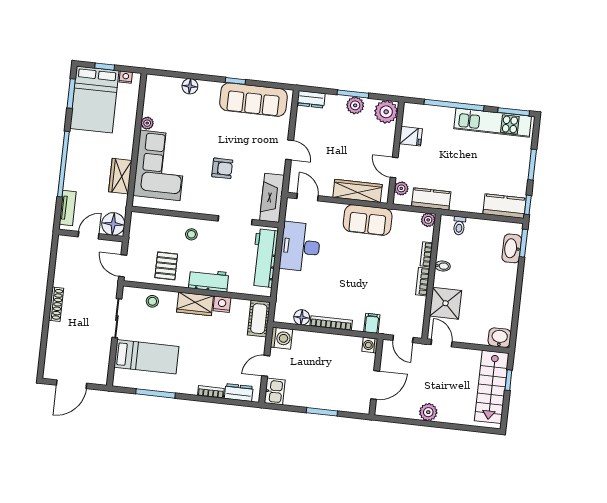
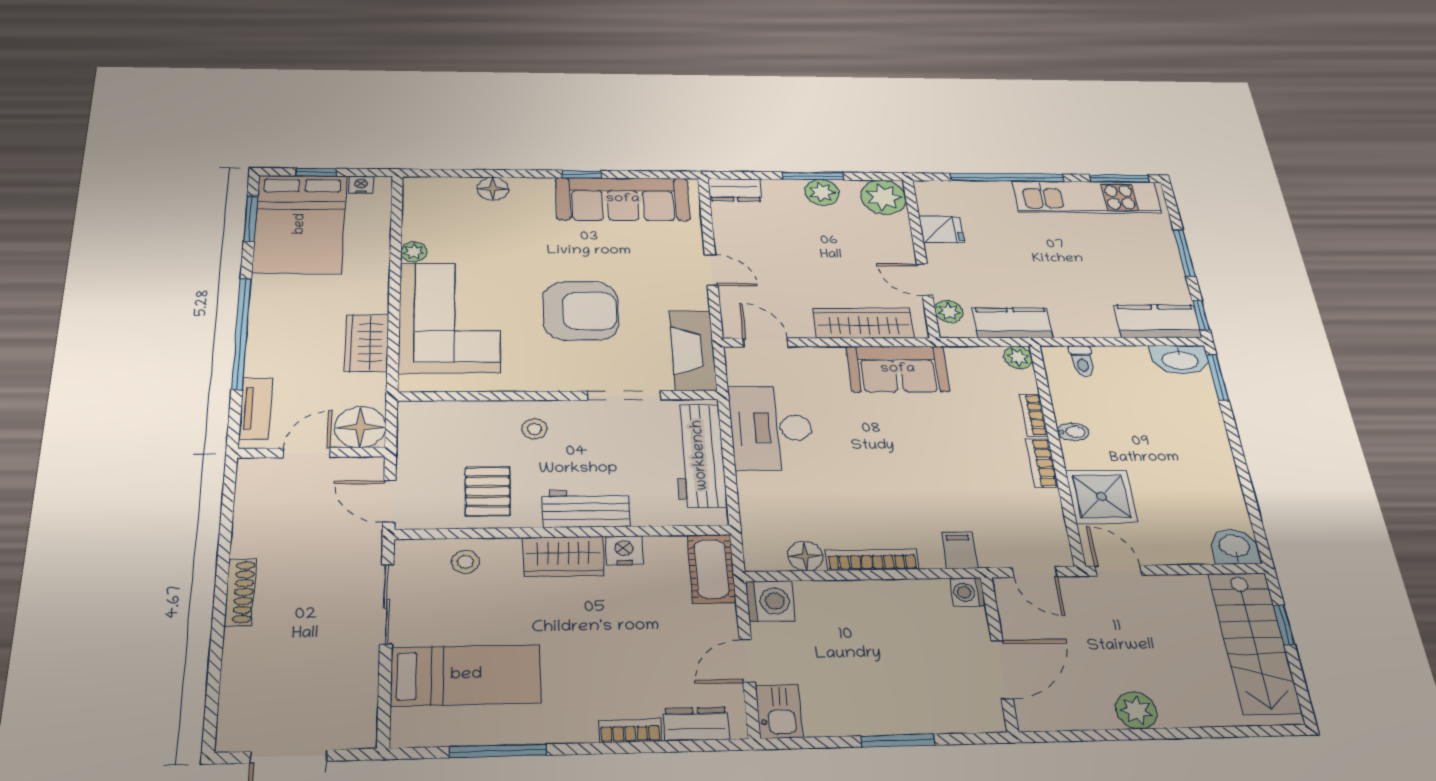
armchair: (222, 168) -> (581, 311), width x1.88, depth x1.88
washbasin: (512, 248) -> (1180, 360), moved, turned -90

